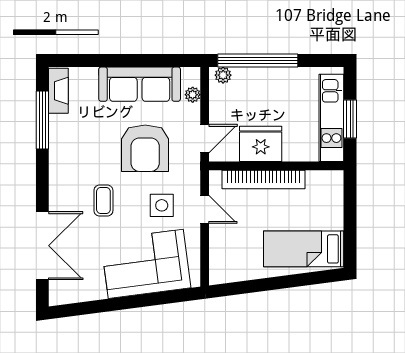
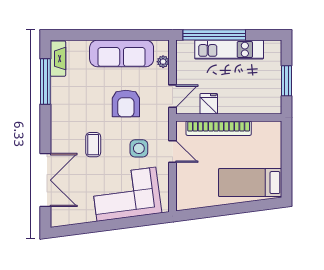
plant: (223, 75) -> (187, 46), removed
kitchen unit: (331, 118) -> (229, 50), moved, turned -90
fridge: (261, 144) -> (209, 104), width x0.53, depth x0.75
armchair: (145, 148) -> (126, 104), width x0.73, depth x0.73

